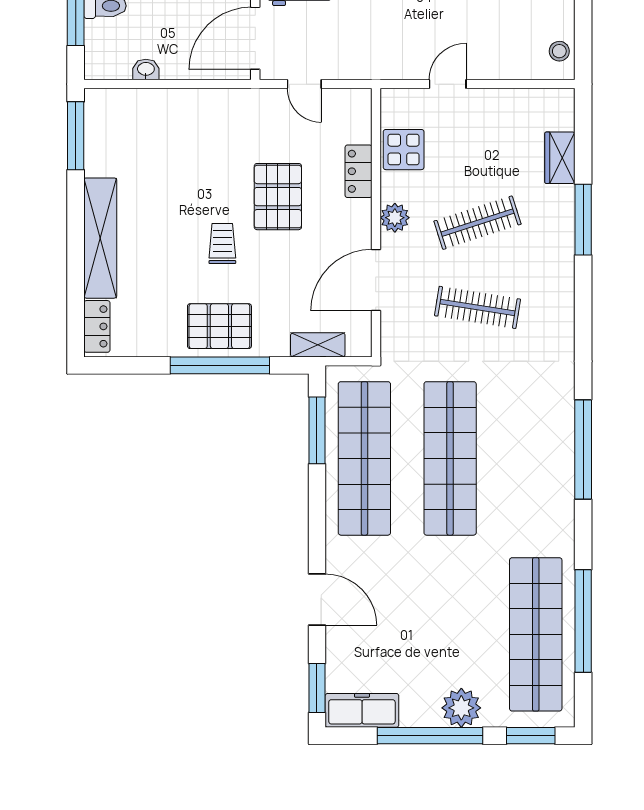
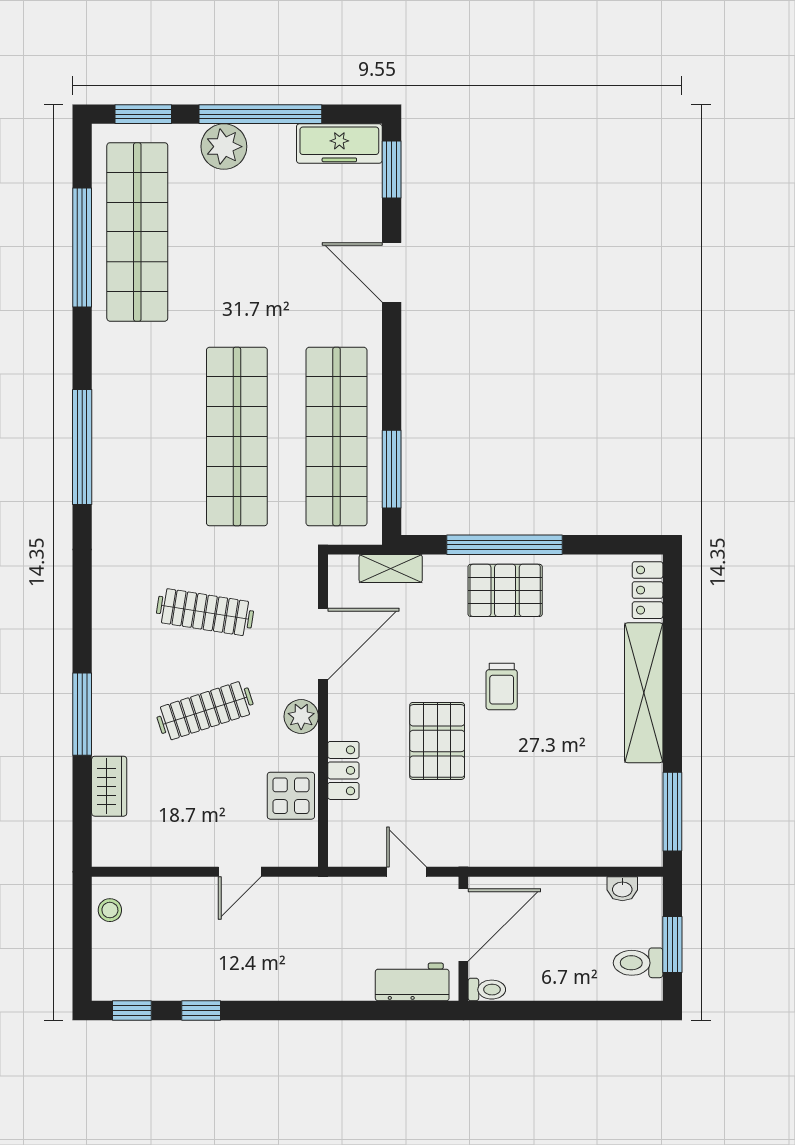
washbasin: (146, 70) -> (622, 889), moved

